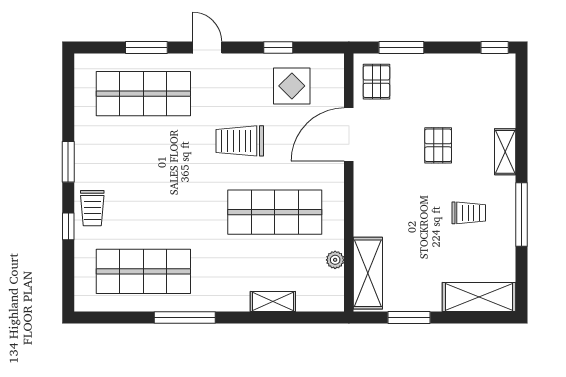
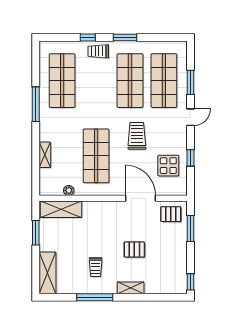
shop shelf: (143, 153) -> (130, 81), added

